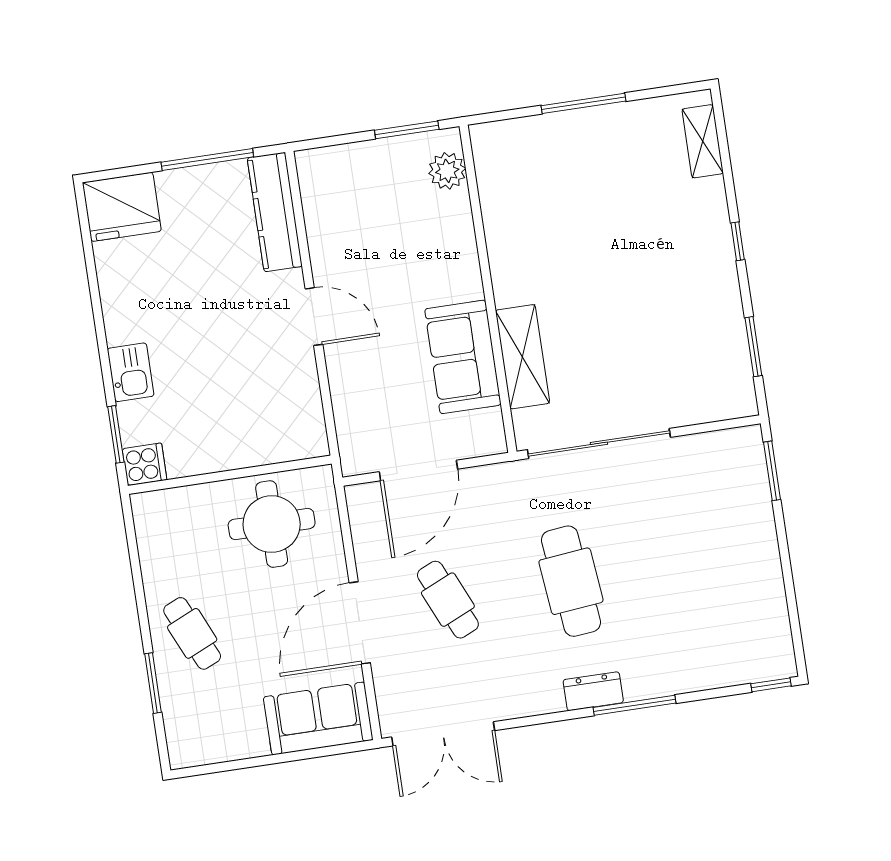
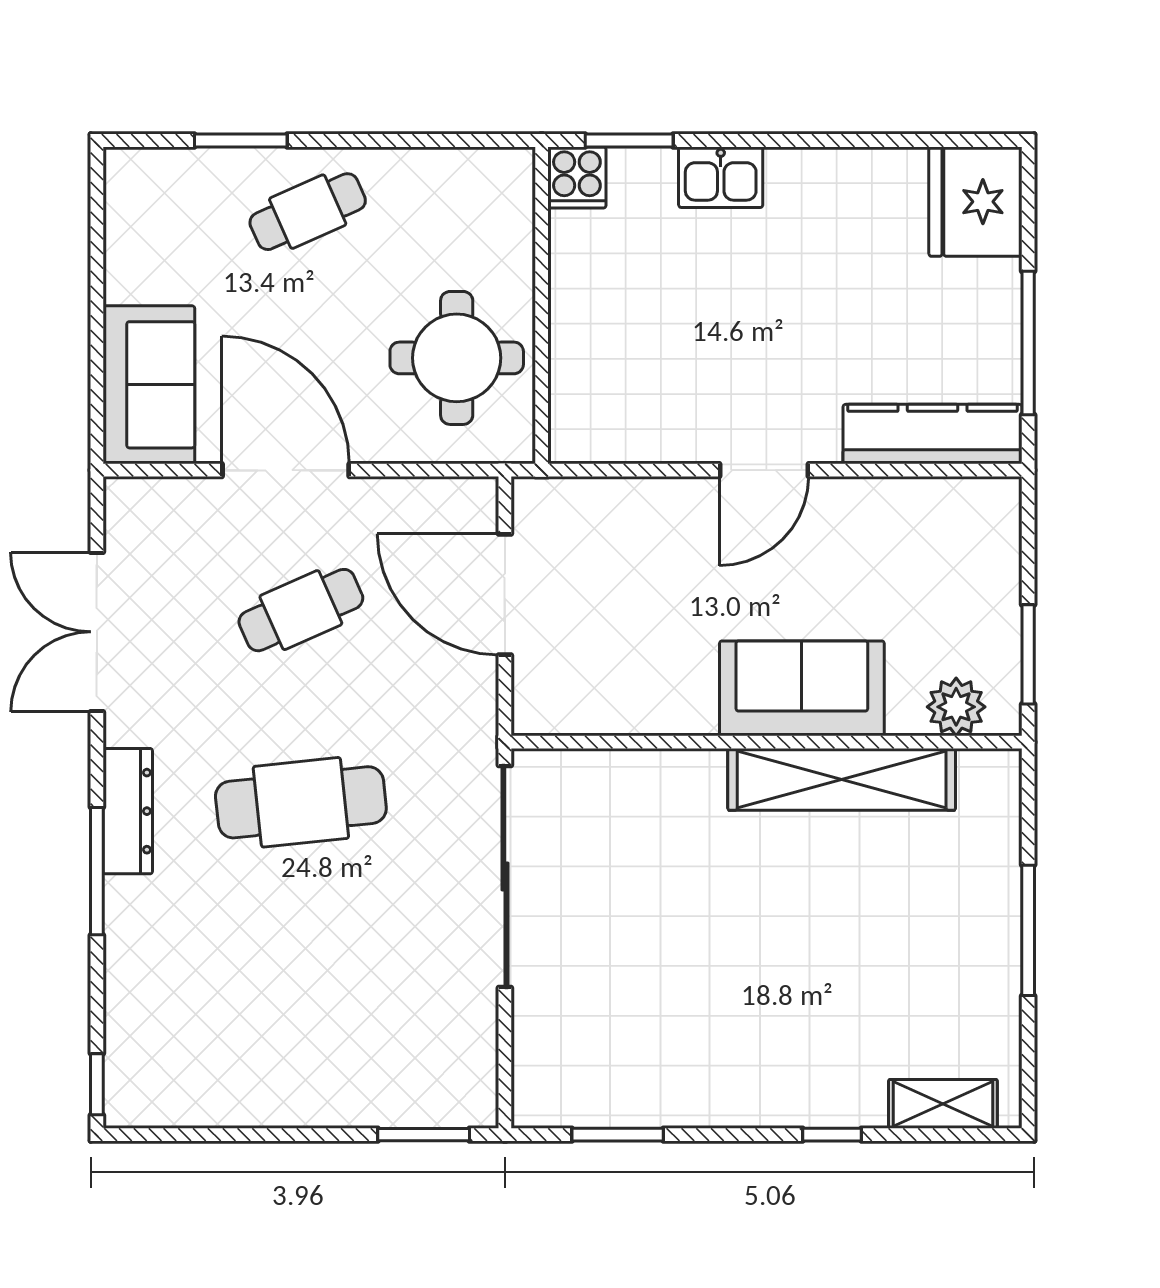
window: (738, 241) -> (832, 1135), moved
sofa: (463, 357) -> (802, 688), moved
shelving: (522, 357) -> (842, 779), moved, width x1.47
dresser: (593, 691) -> (128, 811), width x1.44
double door: (443, 734) -> (97, 632), moved

